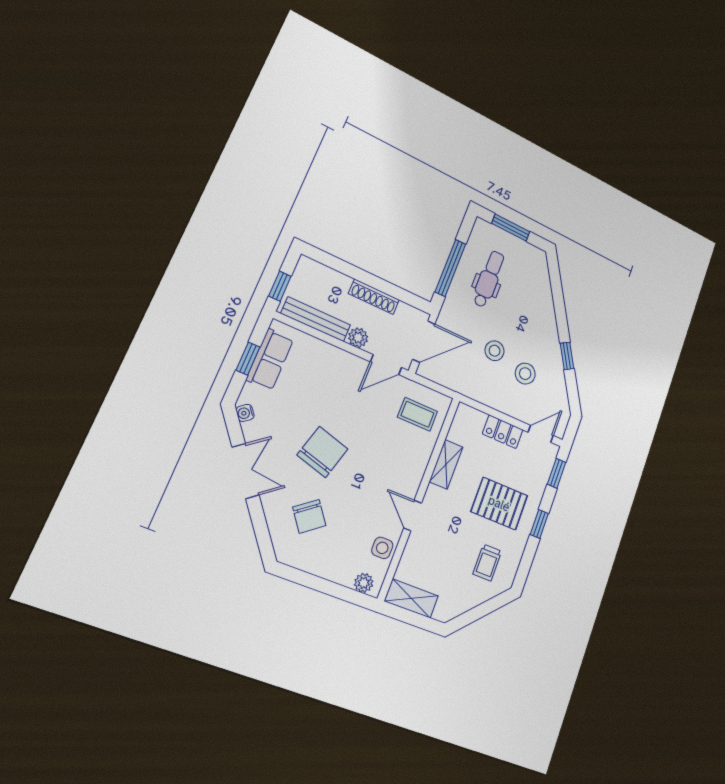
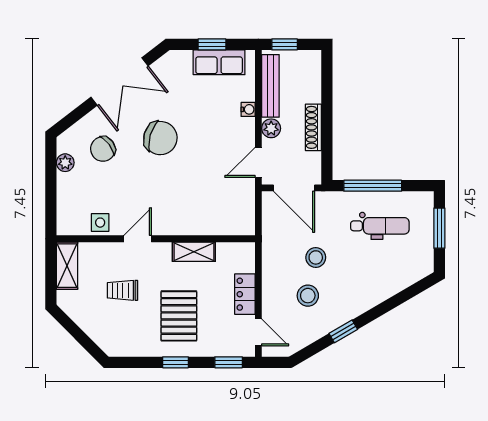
door: (386, 365) -> (258, 162), hinge flipped
water cooler: (245, 413) -> (248, 109), moved, turned 128
coffee table: (417, 414) -> (227, 208), removed
double door: (246, 471) -> (119, 81), width x1.37
trolley: (487, 563) -> (122, 290), moved
plant: (364, 583) -> (65, 163), moved

